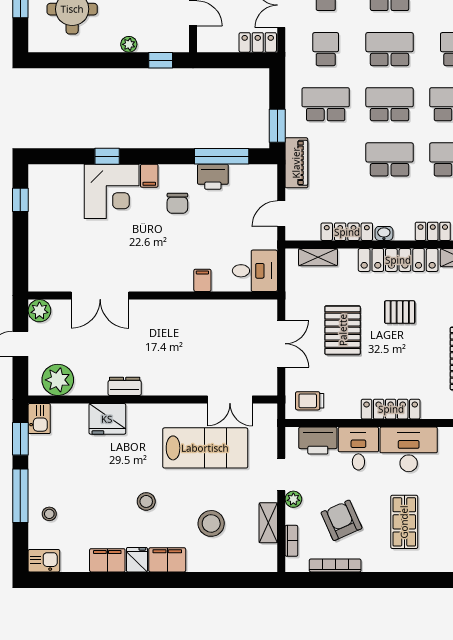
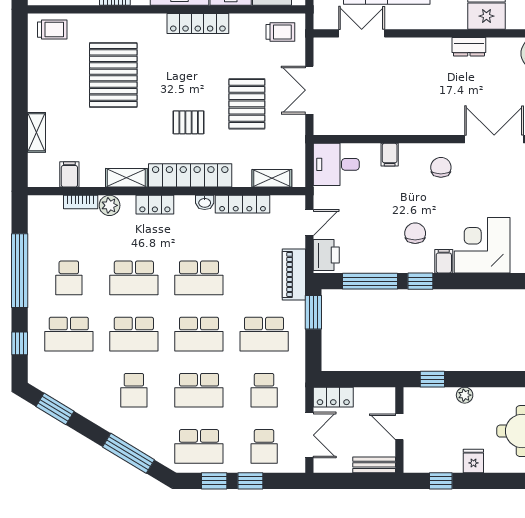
window: (107, 156) -> (420, 281), moved
printer: (213, 177) -> (326, 255), moved, turned 90
chair: (152, 268) -> (441, 167), added

